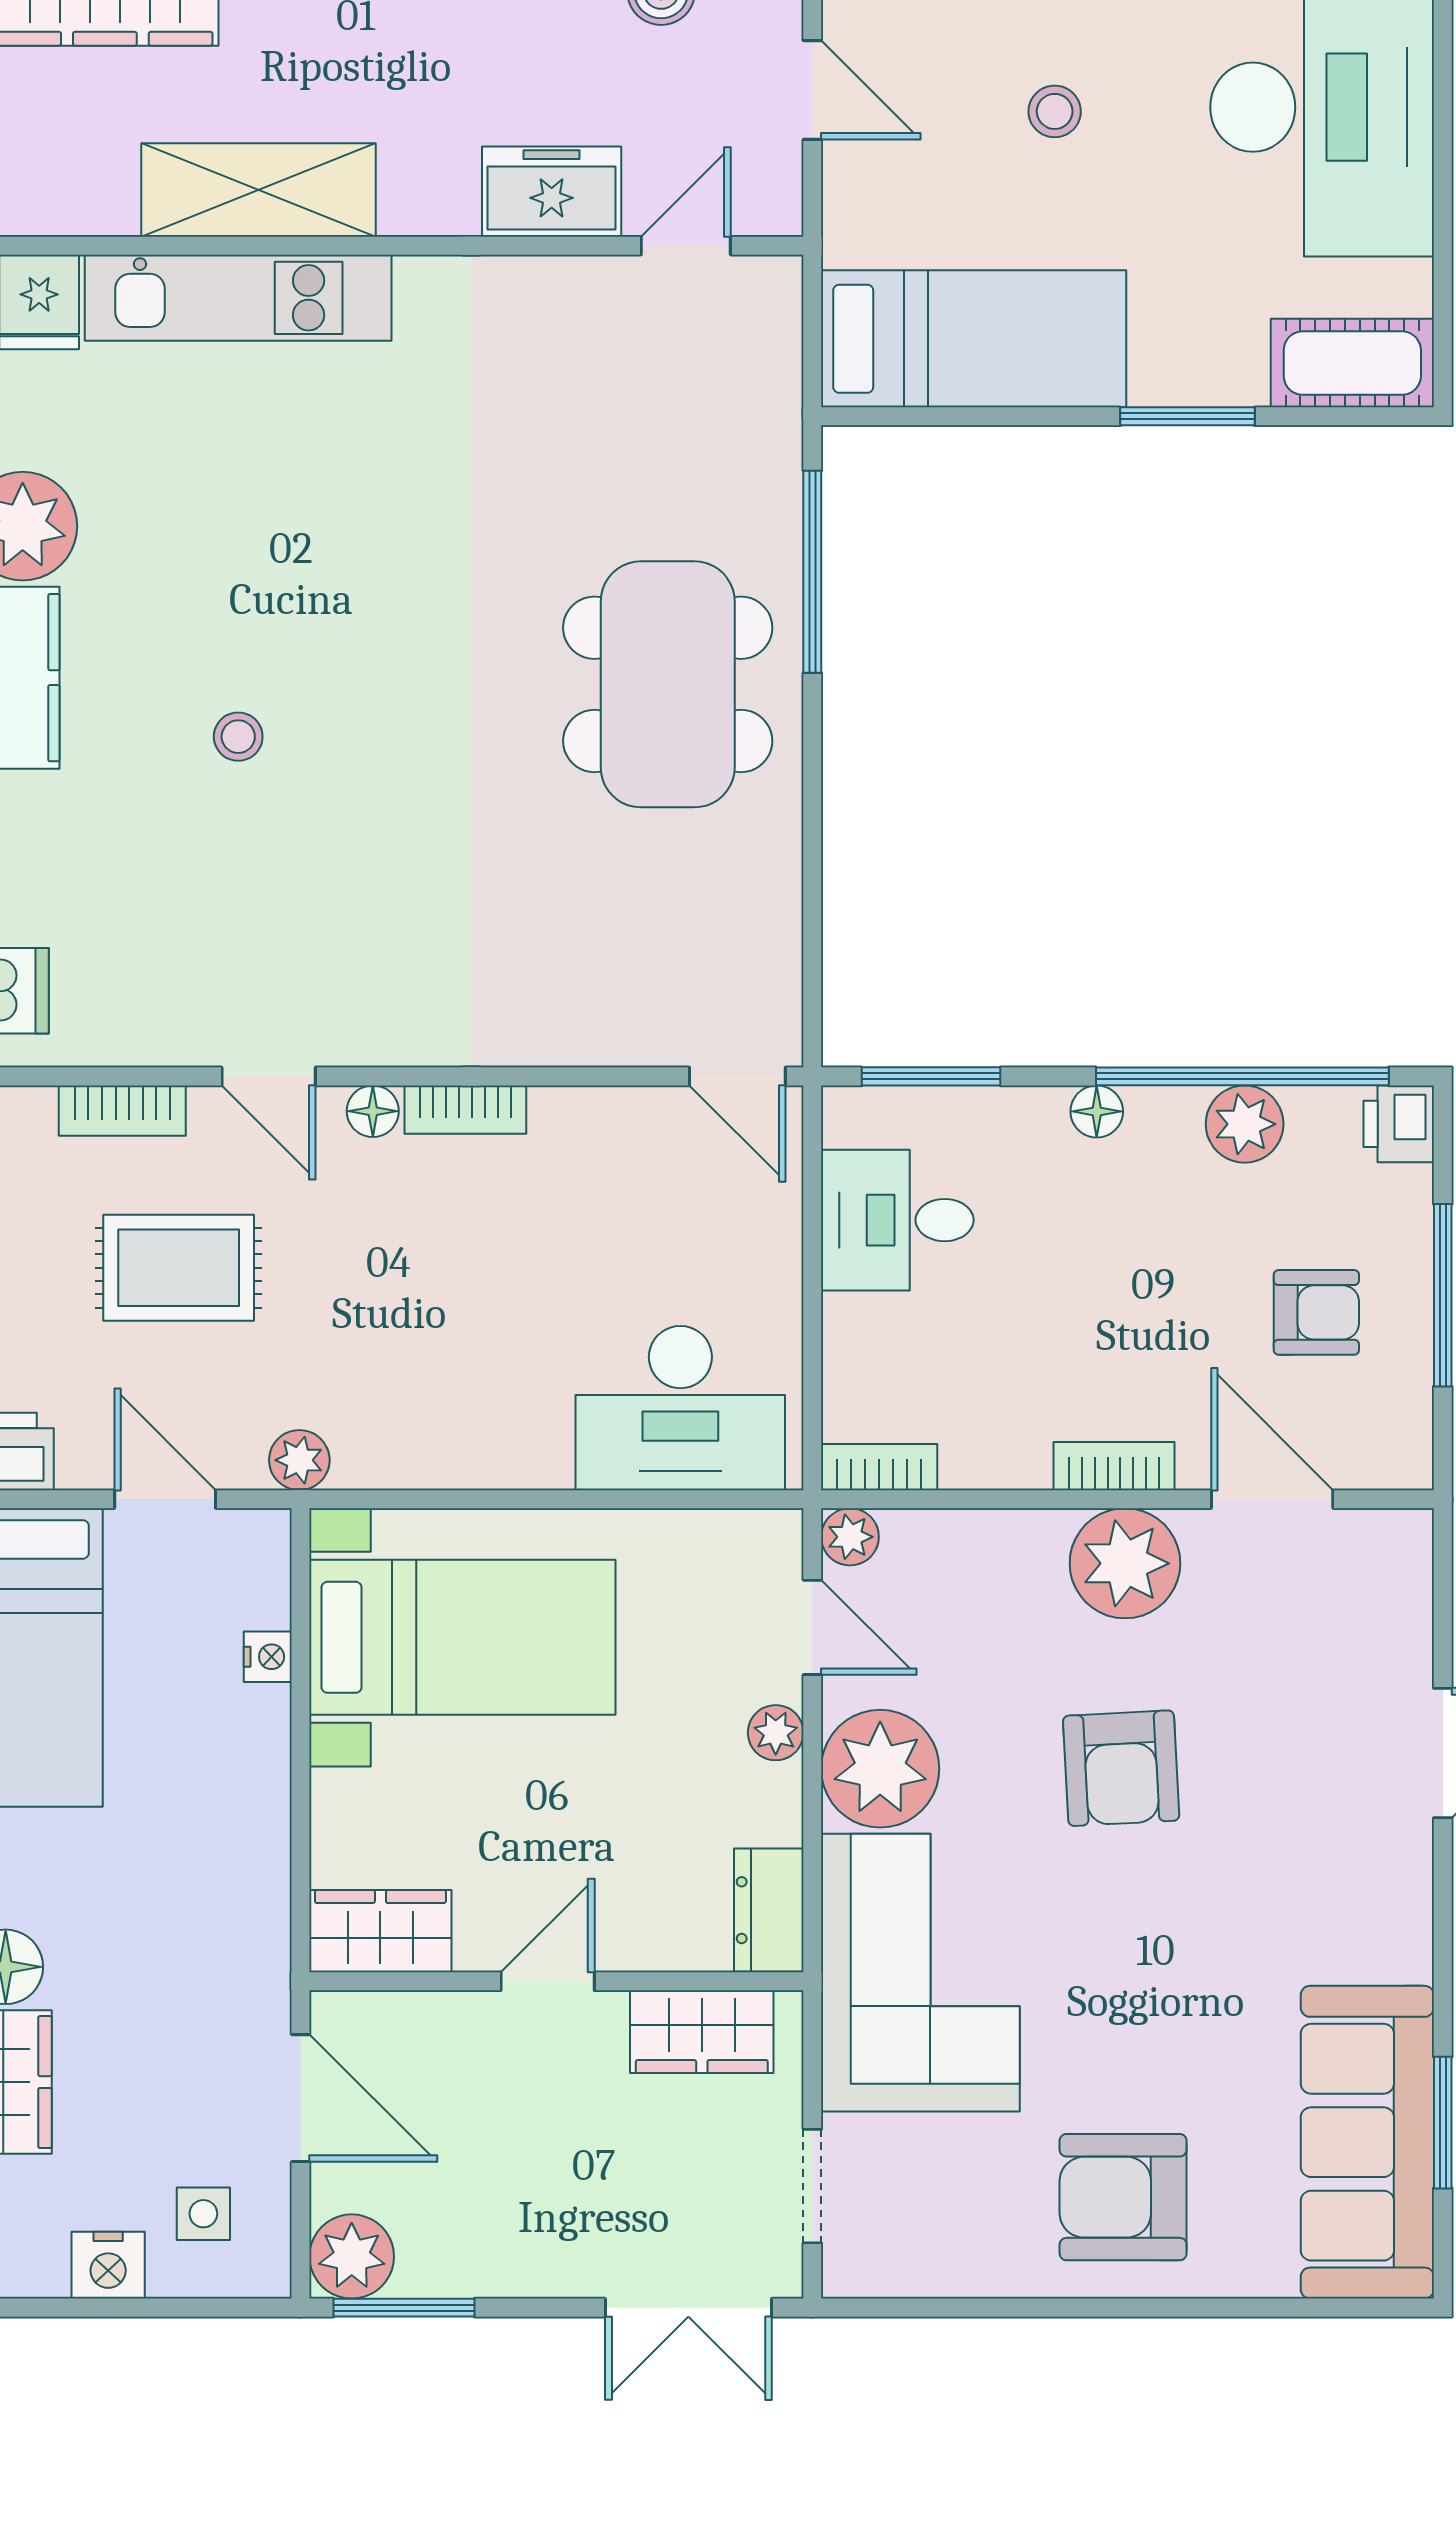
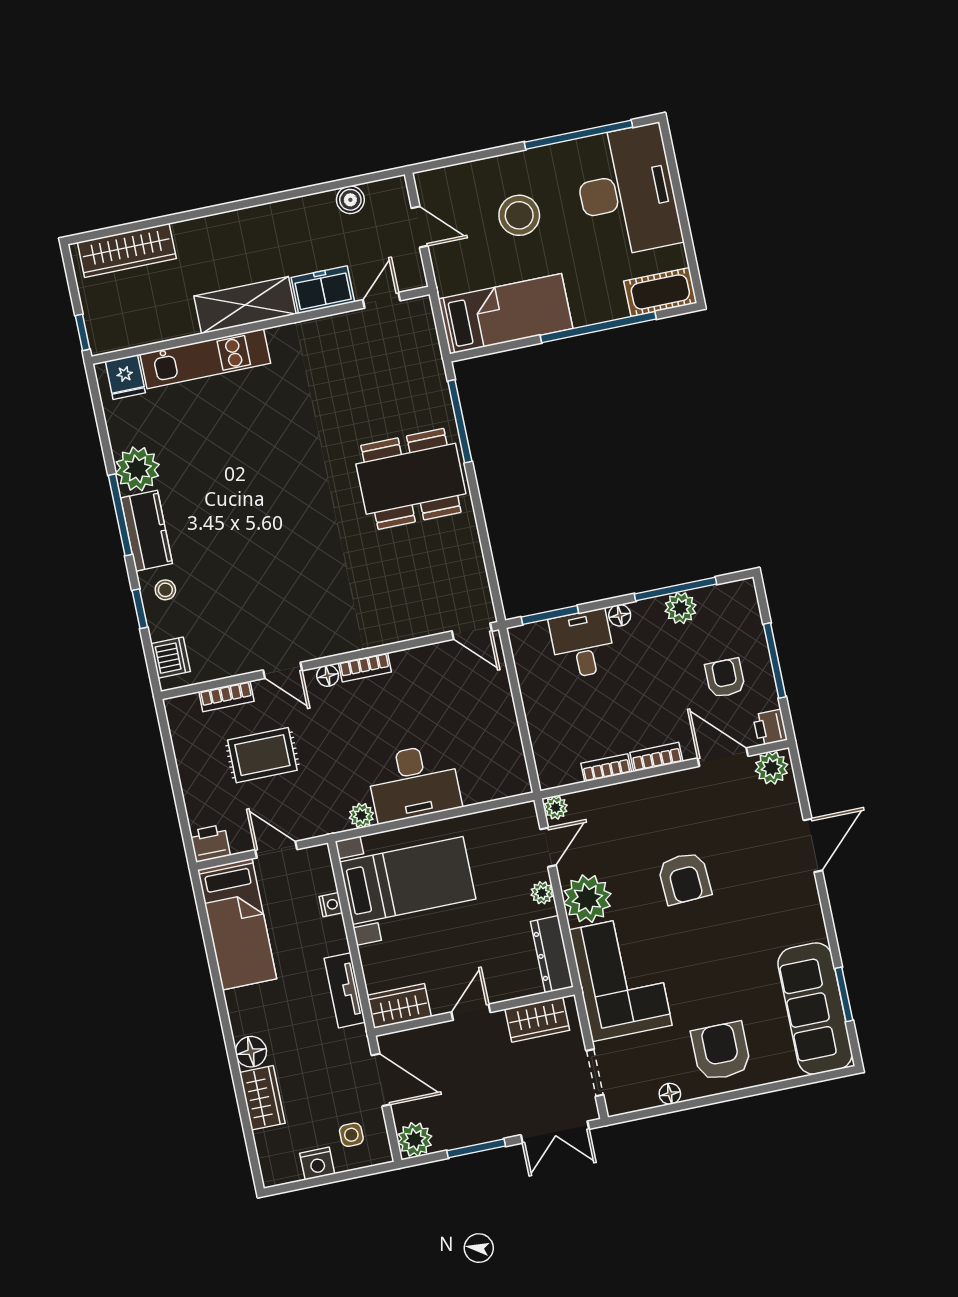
stool: (1055, 111) -> (519, 215), width x1.89, depth x1.89
shelving: (258, 190) -> (245, 305), moved
window: (1187, 416) -> (598, 327), width x2.11
dining table: (668, 684) -> (411, 479), turned 90
stool: (238, 737) -> (165, 590), moved
window: (1242, 1076) -> (676, 589), width x0.68
printer: (1399, 1124) -> (770, 727), moved
desk: (897, 1220) -> (582, 644), moved, turned 90
armchair: (1316, 1312) -> (725, 678), turned -90
desk: (680, 1408) -> (414, 783), moved
plant: (299, 1460) -> (361, 816), moved
bookcase: (879, 1467) -> (606, 768), moved
plant: (1125, 1563) -> (771, 768), moved, width x0.73, depth x0.73
door: (812, 1627) -> (548, 847), hinge flipped
tv unit: (259, 1867) -> (345, 990), added
dresser: (769, 1910) -> (552, 954), width x1.44
armchair: (1123, 2197) -> (721, 1051), turned 90
floor lamp: (980, 2273) -> (670, 1094), added
window: (404, 2308) -> (476, 1148), moved

